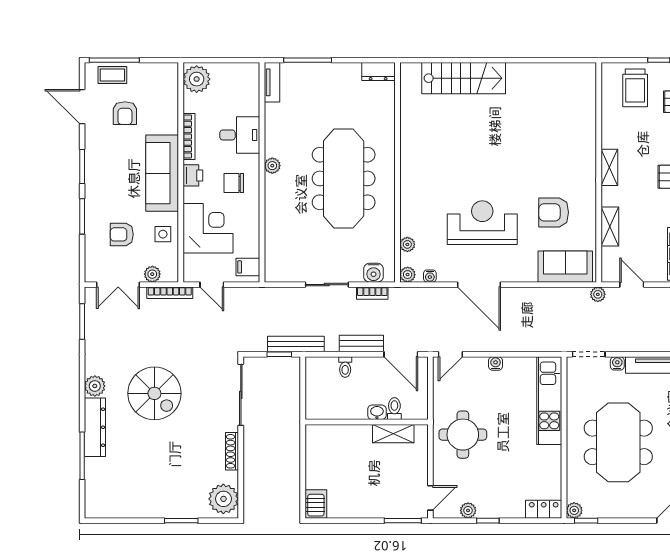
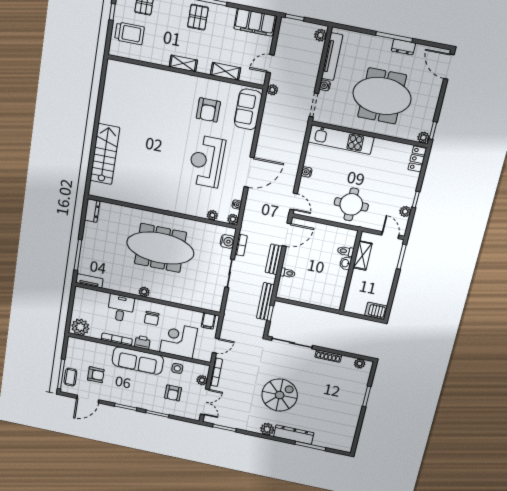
toilet: (394, 409) -> (346, 251), moved
washbasin: (377, 412) -> (345, 263), moved
wall: (367, 422) -> (351, 271), moved
shelving: (393, 434) -> (363, 256), moved
plant: (223, 499) -> (360, 364), width x0.53, depth x0.53

